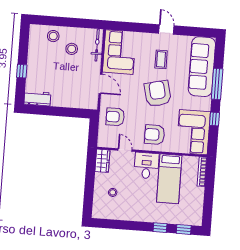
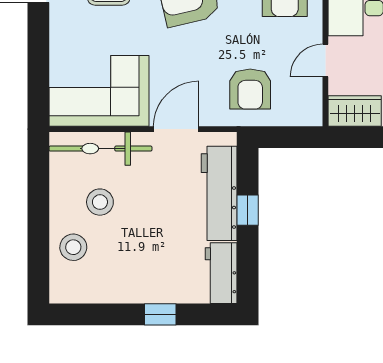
bicycle: (97, 45) -> (100, 149), width x1.37, depth x1.40
workbench: (72, 100) -> (219, 193), added
window: (63, 112) -> (248, 210), added

